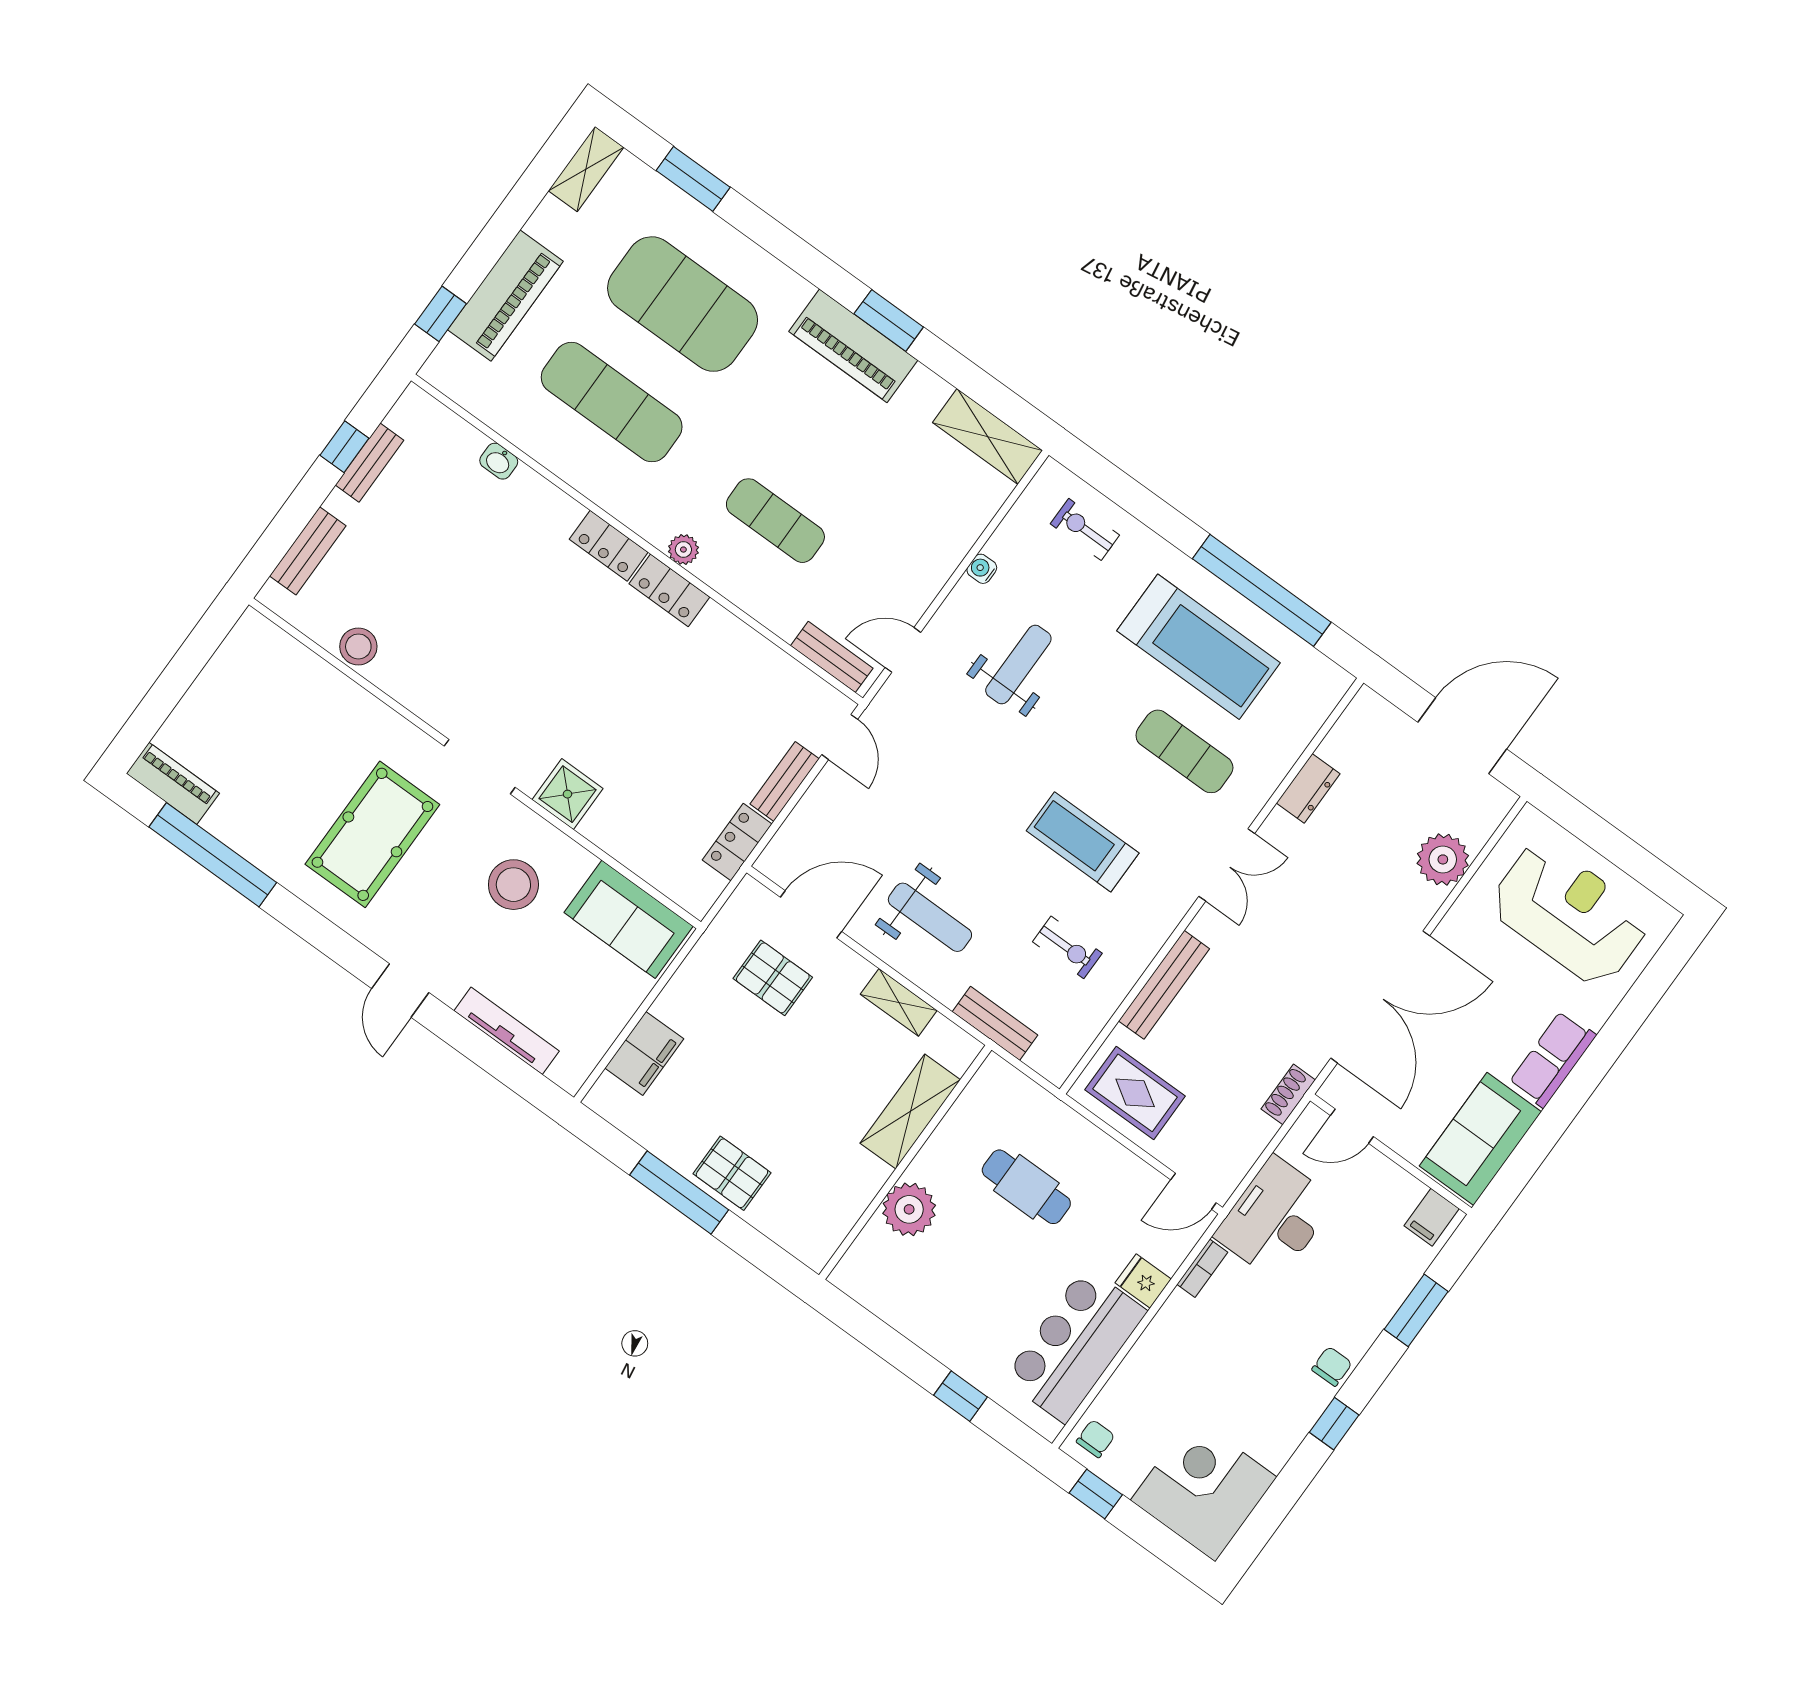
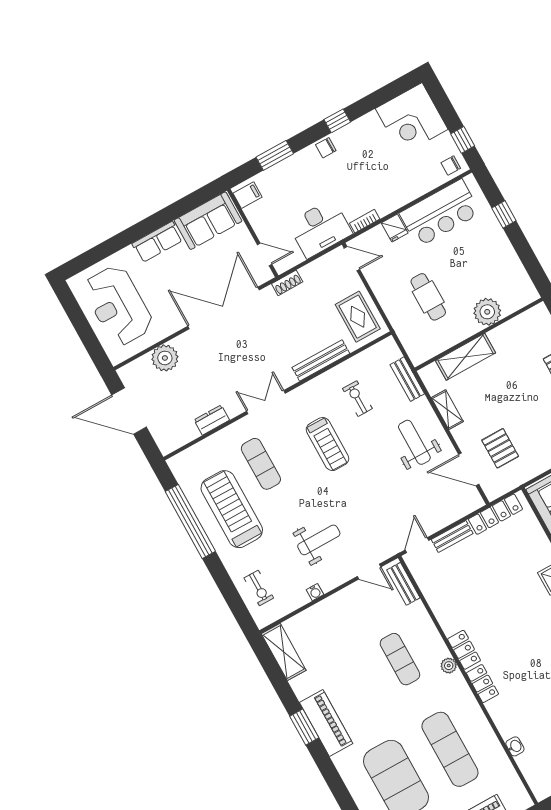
weight bench: (1018, 665) -> (319, 540), turned 180
locker: (737, 842) -> (495, 514), width x1.53

